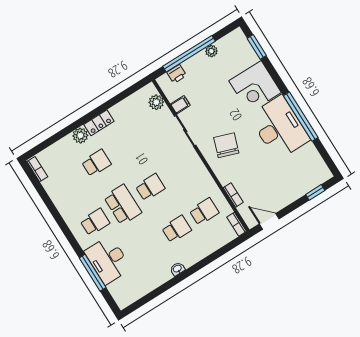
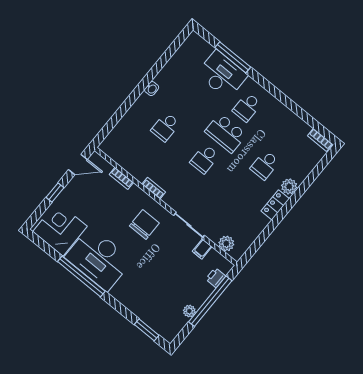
corner desk: (255, 87) -> (60, 229), moved
chair: (226, 145) -> (144, 224), turned -109
window: (315, 192) -> (55, 192), moved
school desk: (204, 212) -> (144, 153), removed
bookcase: (237, 224) -> (154, 188), moved

